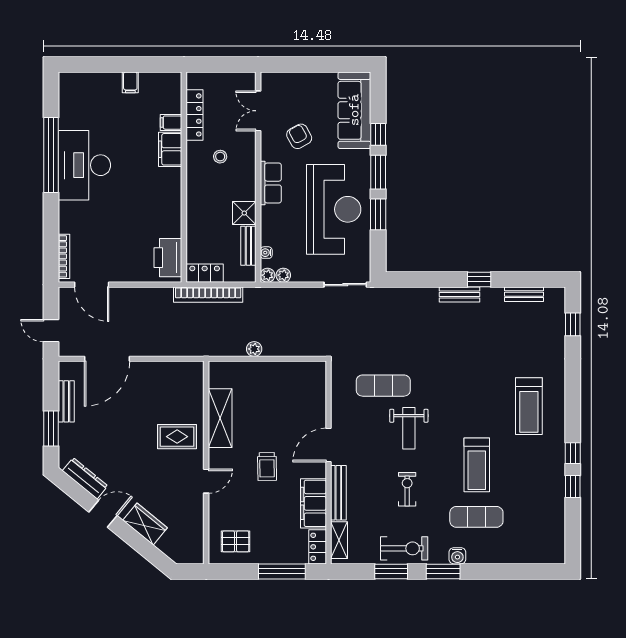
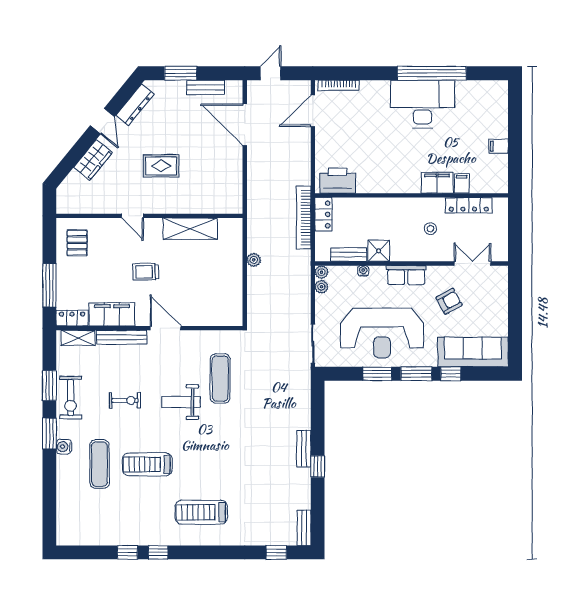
water cooler: (266, 253) -> (363, 271), moved
bench: (524, 294) -> (304, 528), moved
rug: (177, 437) -> (161, 166), moved, turned 90

